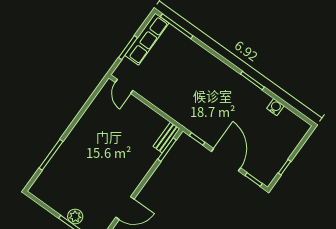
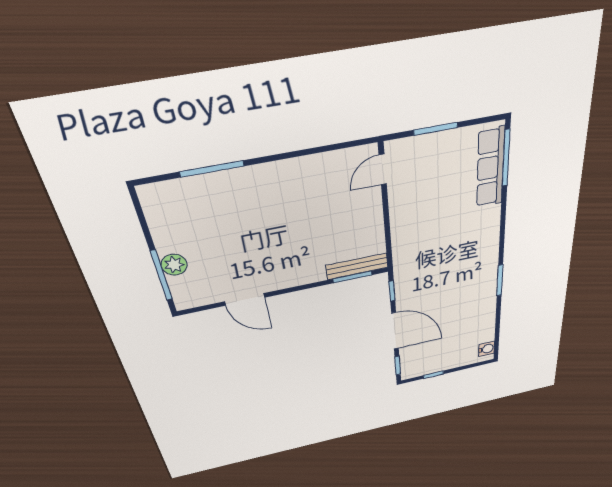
row of seats: (147, 39) -> (491, 168), moved, turned 90
water cooler: (275, 107) -> (487, 349), moved
bench: (166, 138) -> (357, 266), width x1.36
door: (226, 160) -> (395, 331), hinge flipped

